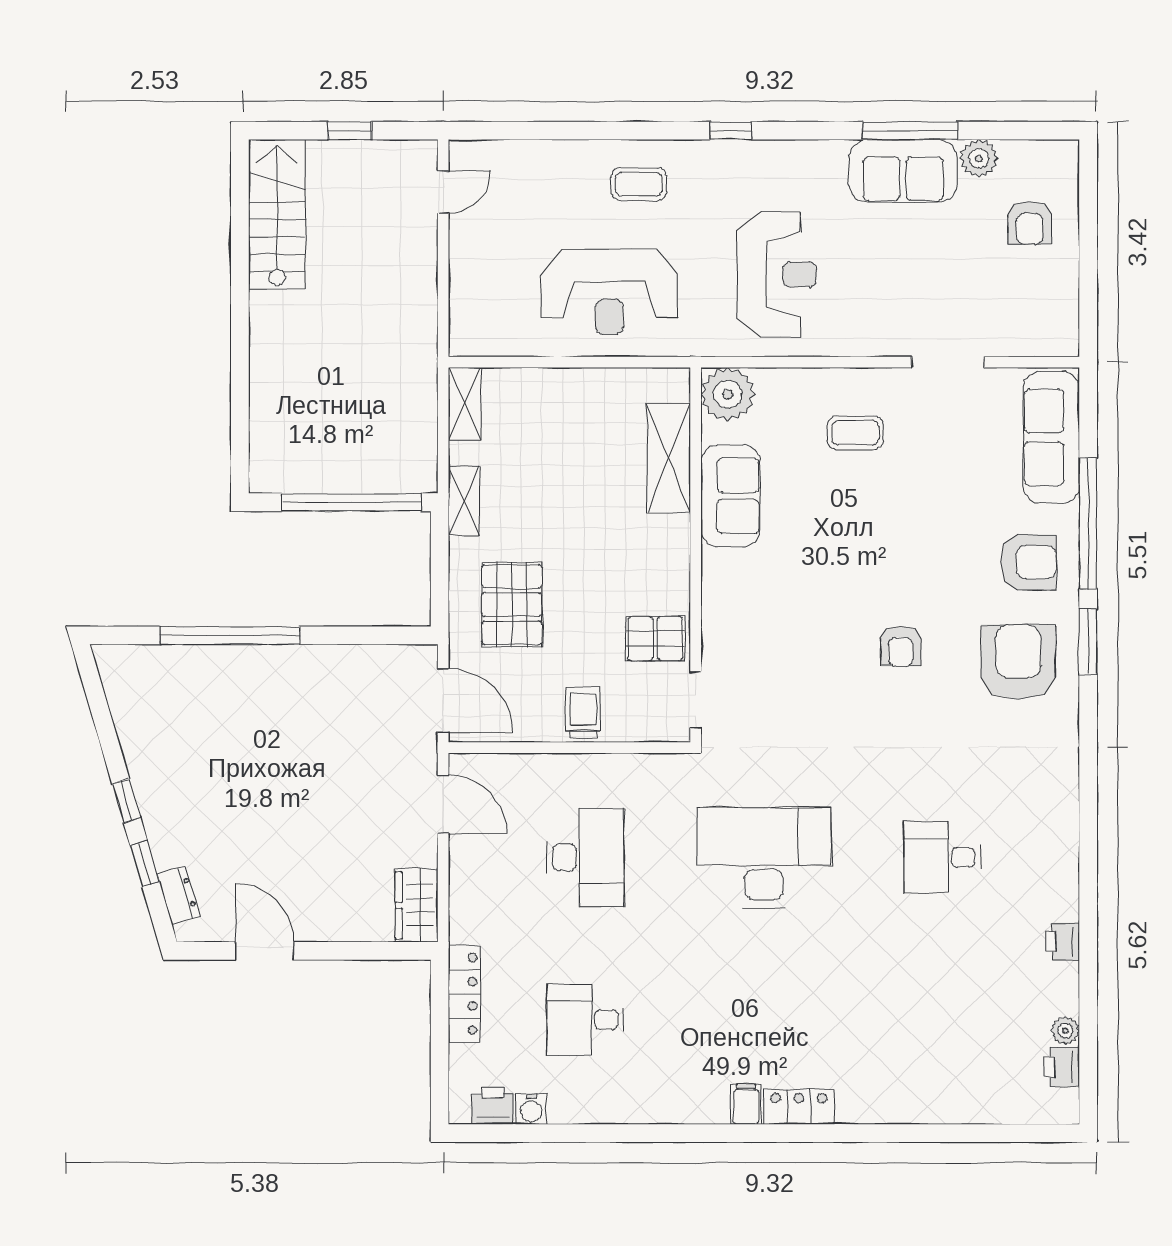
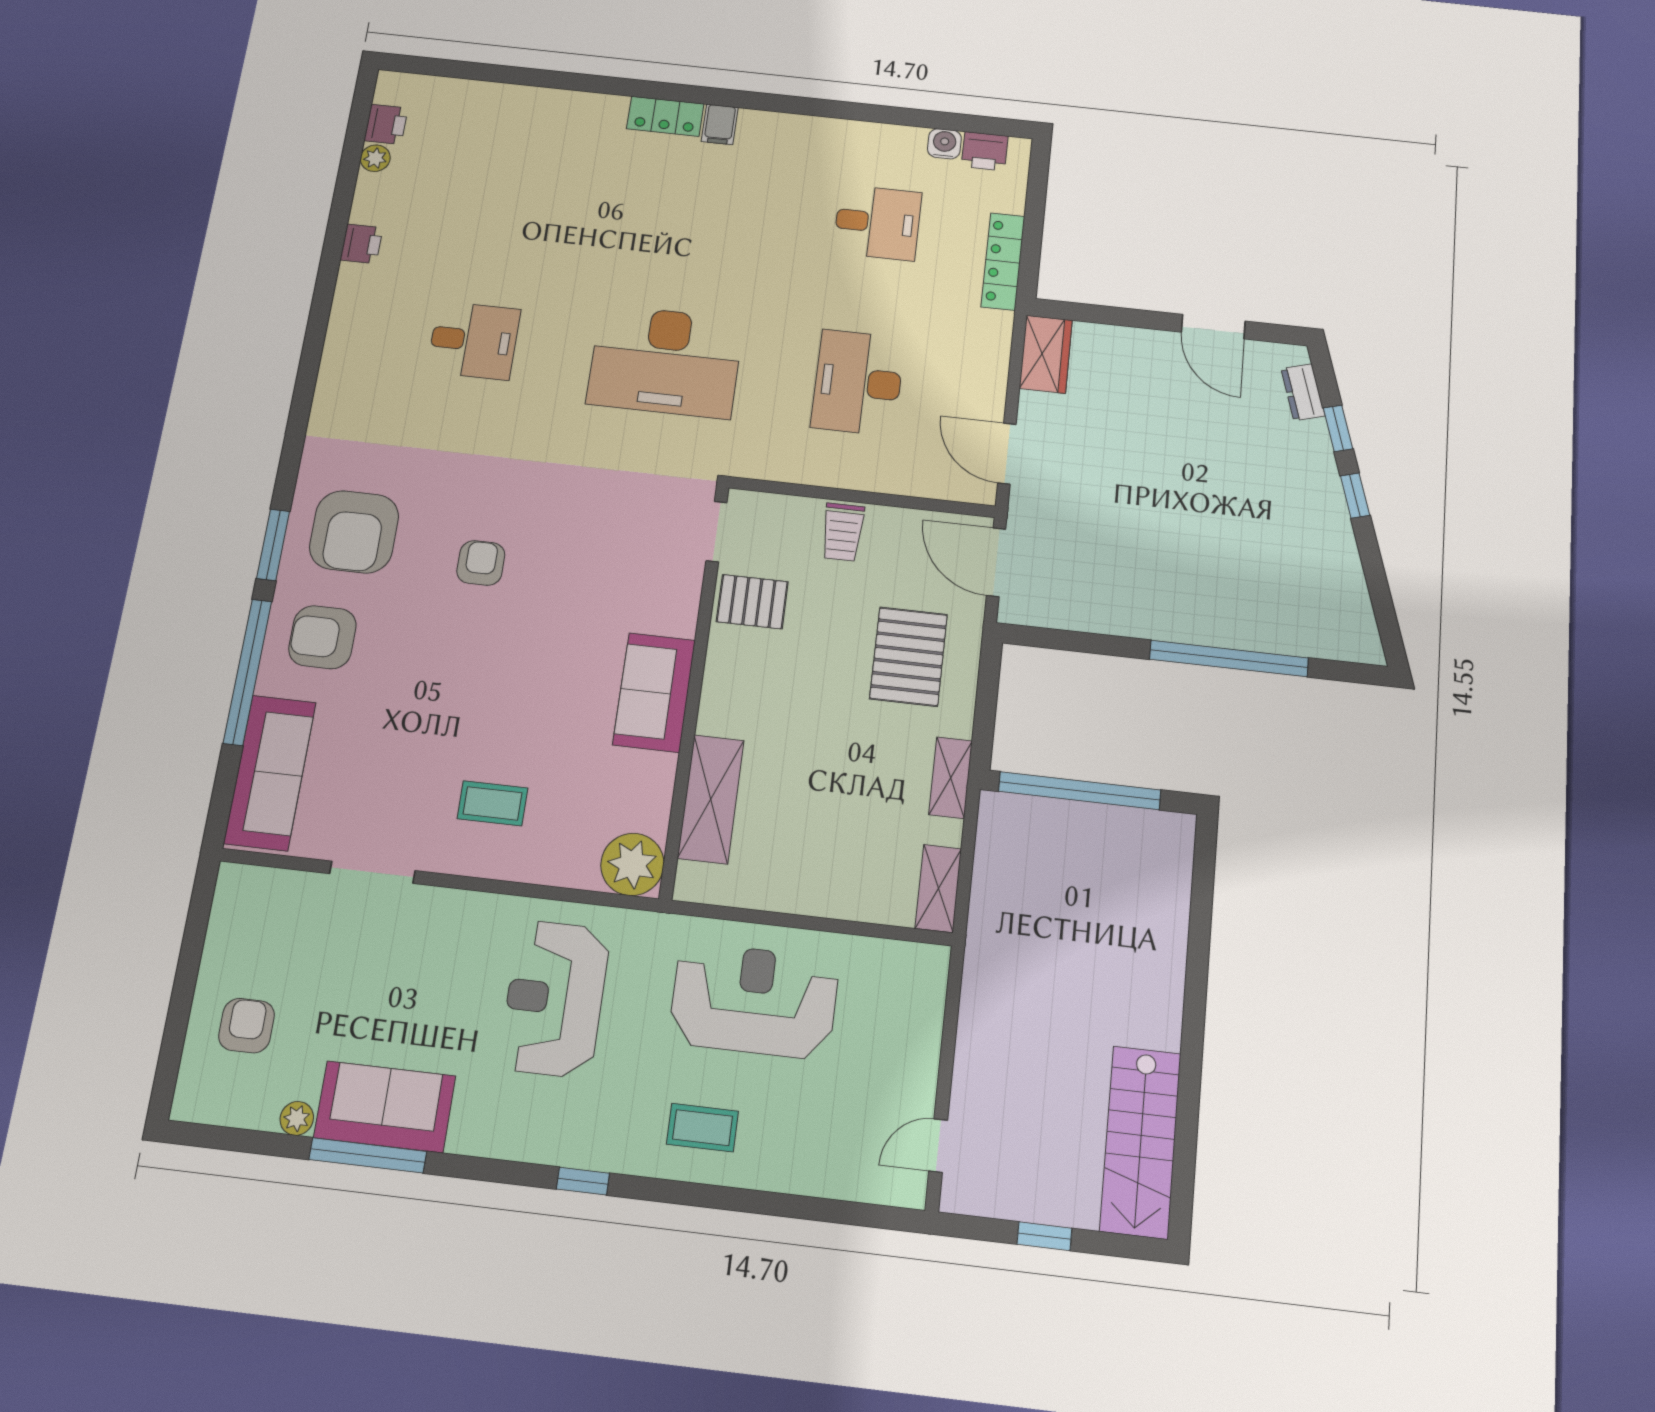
plant: (979, 158) -> (297, 1118), width x0.73, depth x0.73
sofa: (730, 496) -> (654, 692), moved

